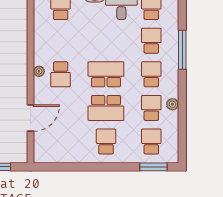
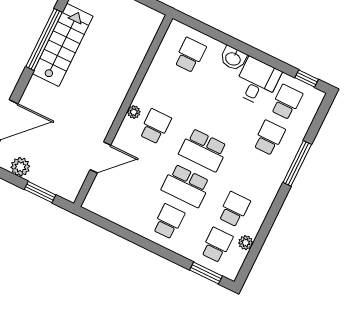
school desk: (61, 74) -> (155, 126), turned 180
school desk: (106, 74) -> (203, 150), turned 180
school desk: (151, 74) -> (252, 173), removed
plant: (172, 104) -> (246, 243), moved

